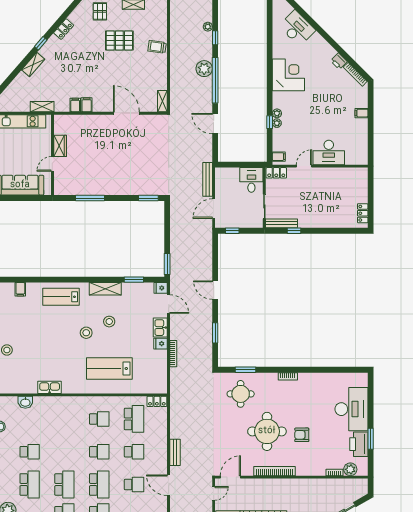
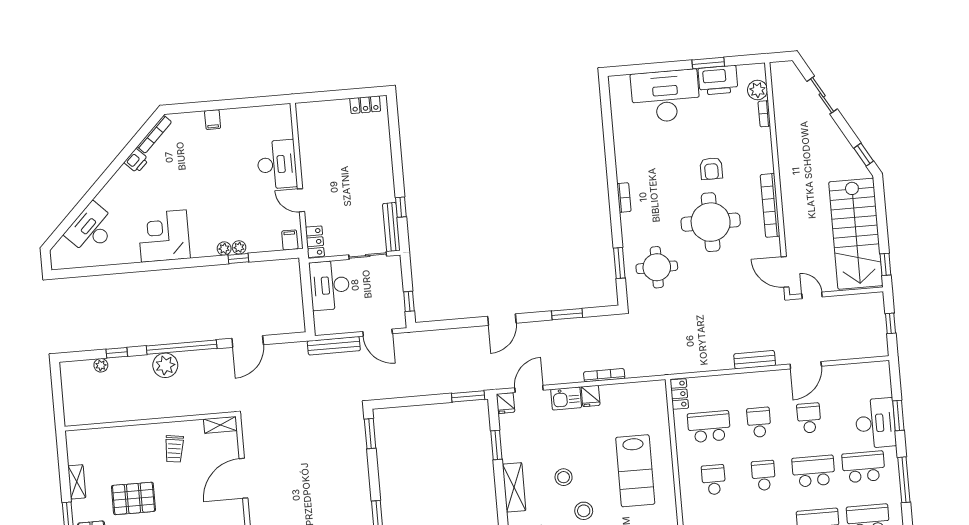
pallet: (119, 40) -> (133, 498), turned 90
trolley: (157, 47) -> (174, 449), moved
desk: (251, 180) -> (330, 285), width x1.37

